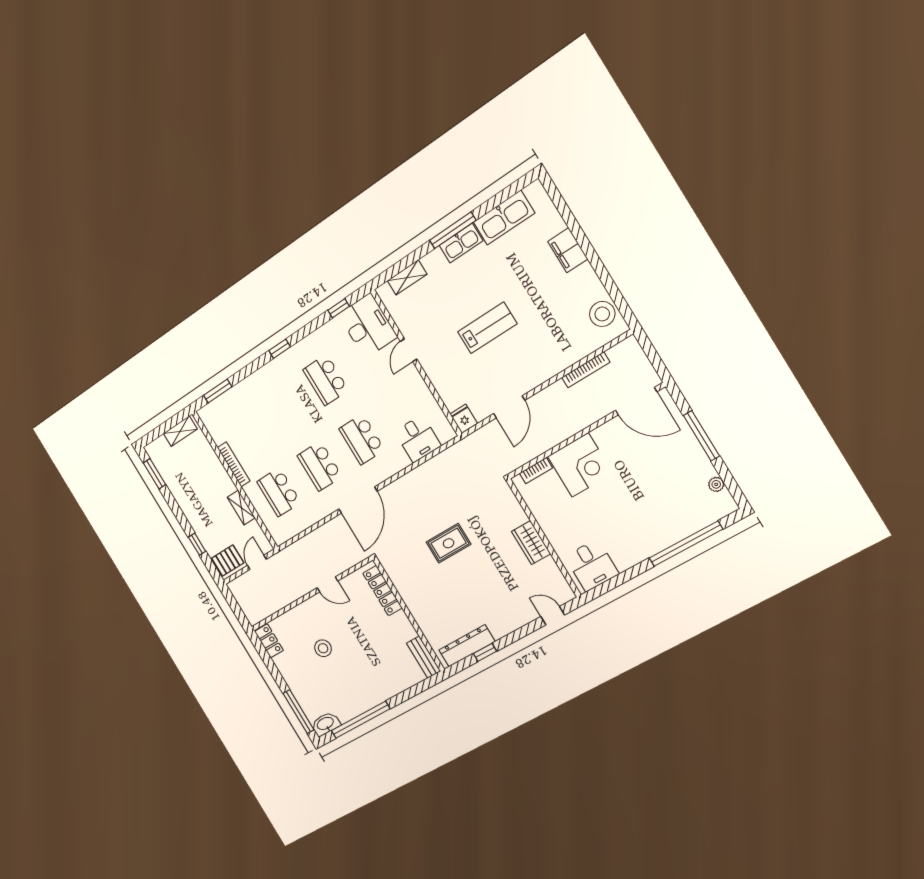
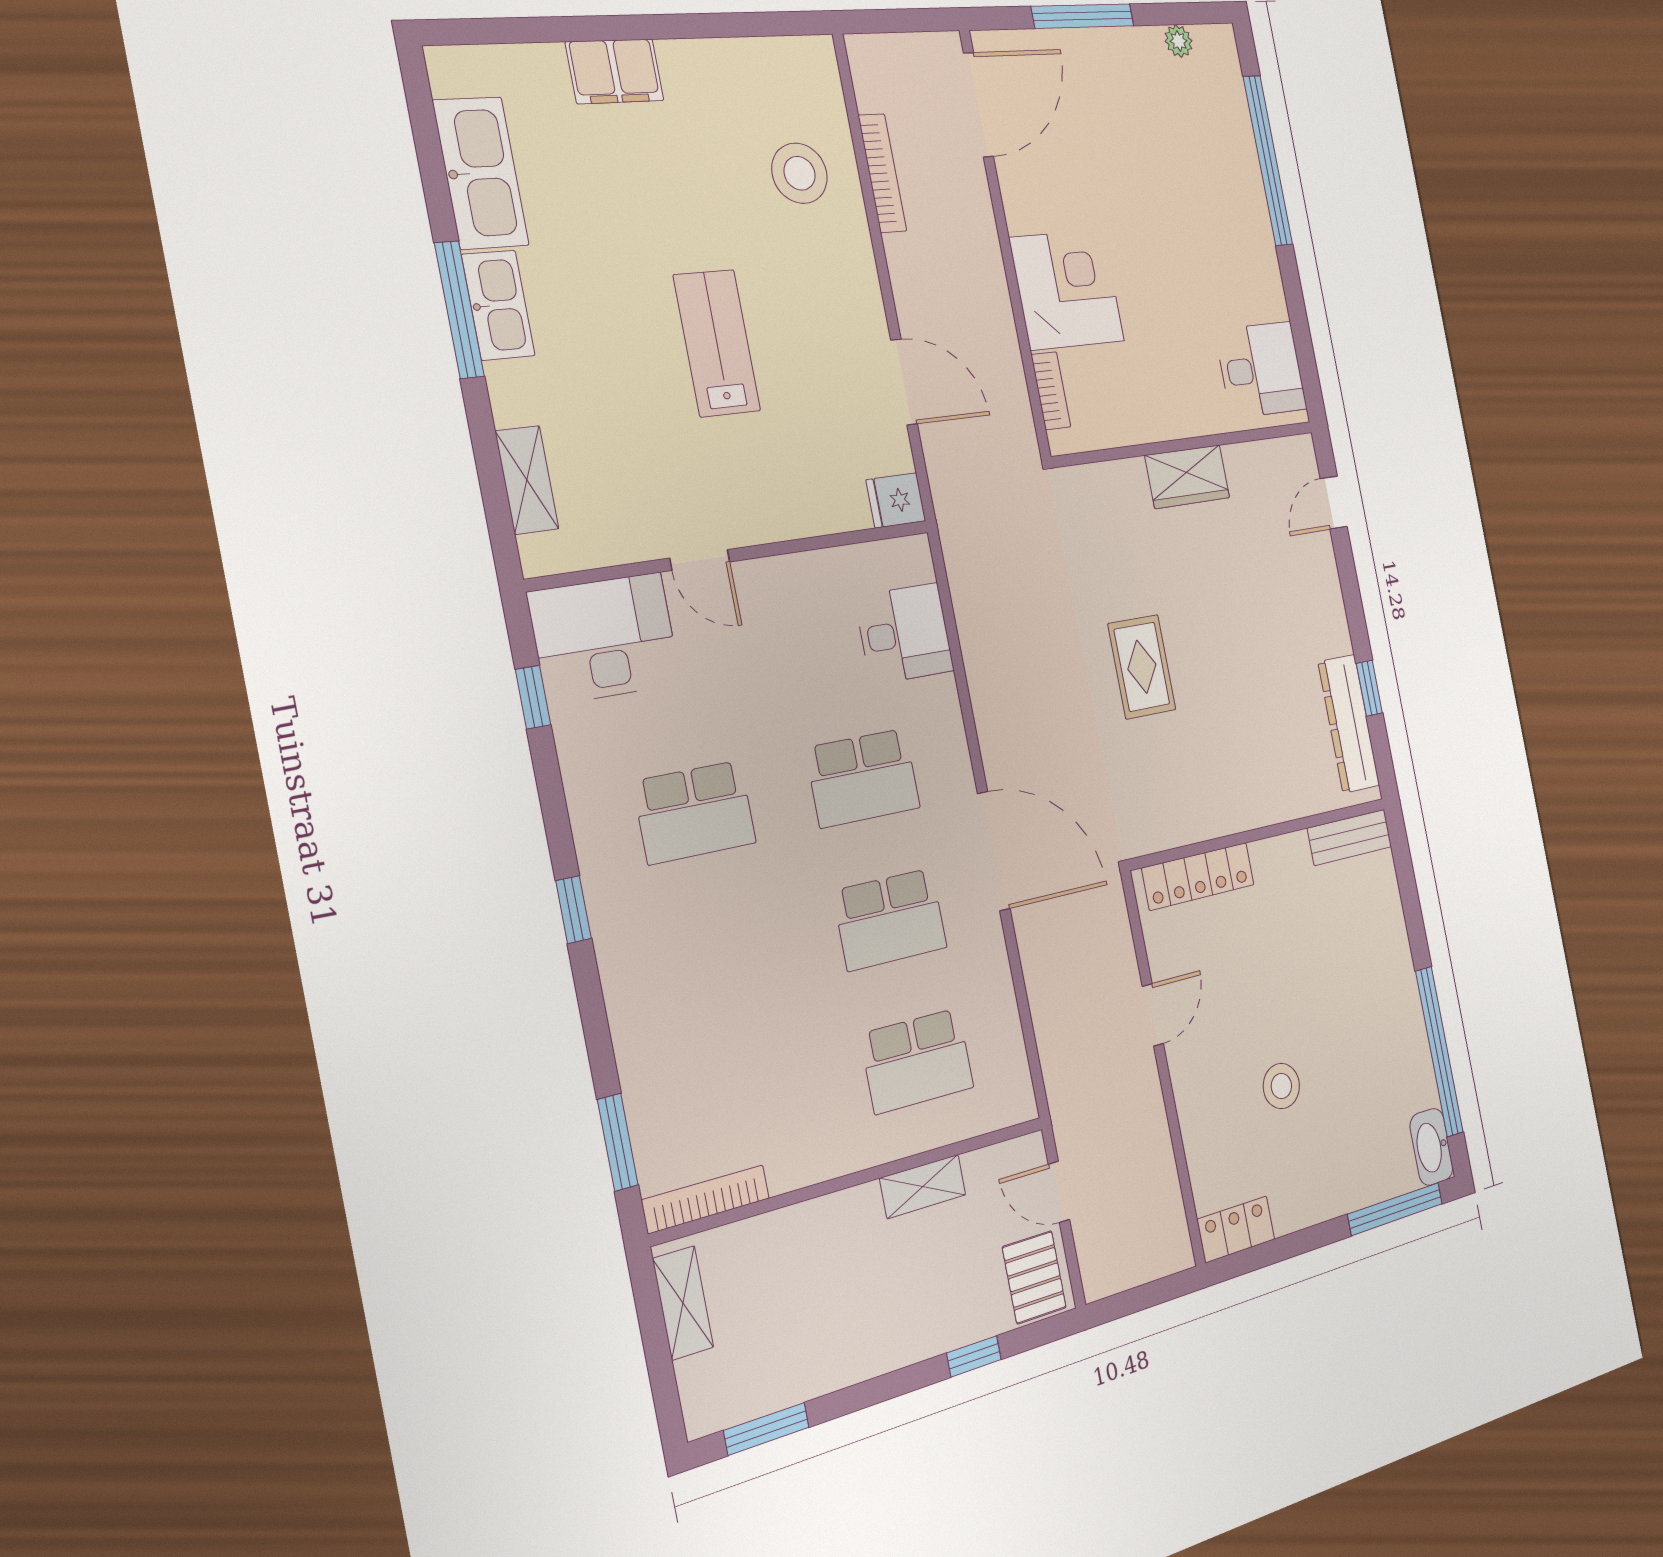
stool: (602, 314) -> (799, 173), moved
bookcase: (234, 464) -> (706, 1199), moved

